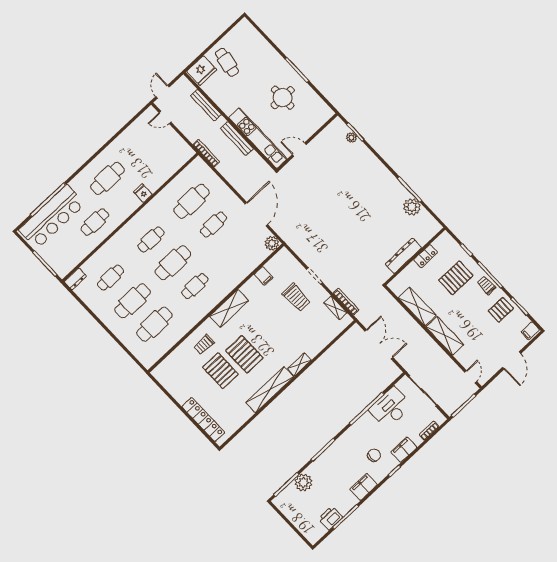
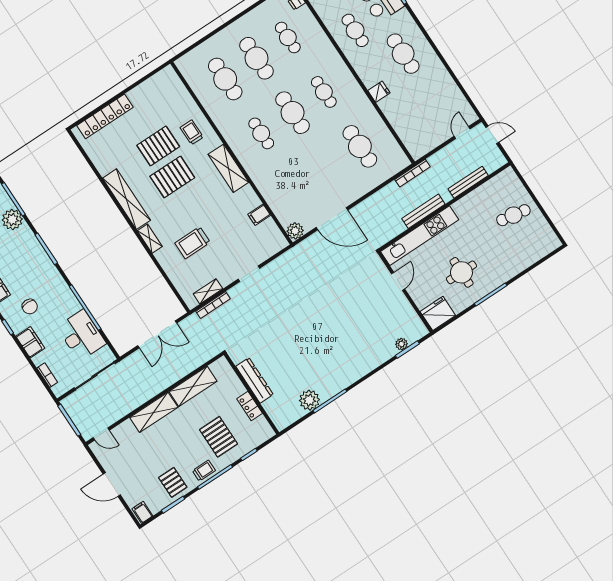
fridge: (202, 71) -> (438, 313), moved, turned 90
cafe table: (213, 225) -> (329, 167), removed
trolley: (296, 297) -> (192, 243), moved

